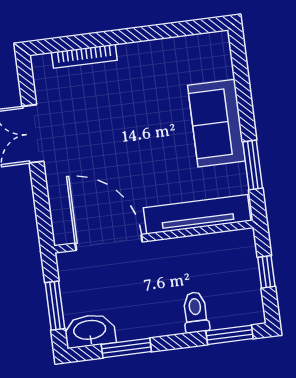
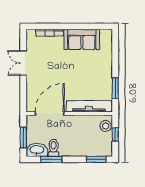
sofa: (216, 123) -> (82, 40), moved, turned -90
door: (109, 242) -> (50, 113), hinge flipped
stool: (242, 255) -> (106, 126), added
toilet: (196, 312) -> (54, 148), moved

